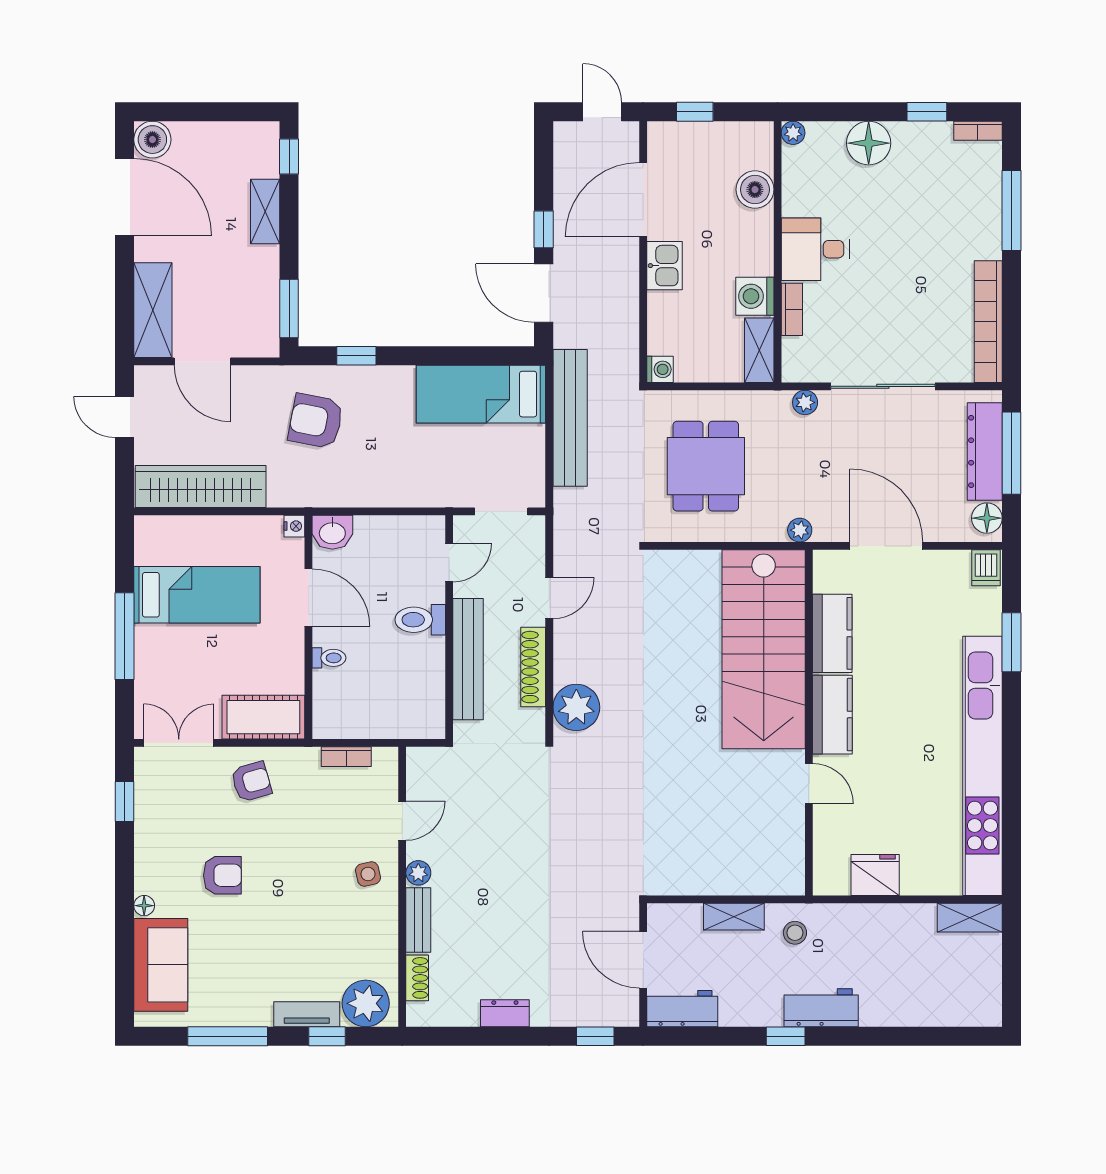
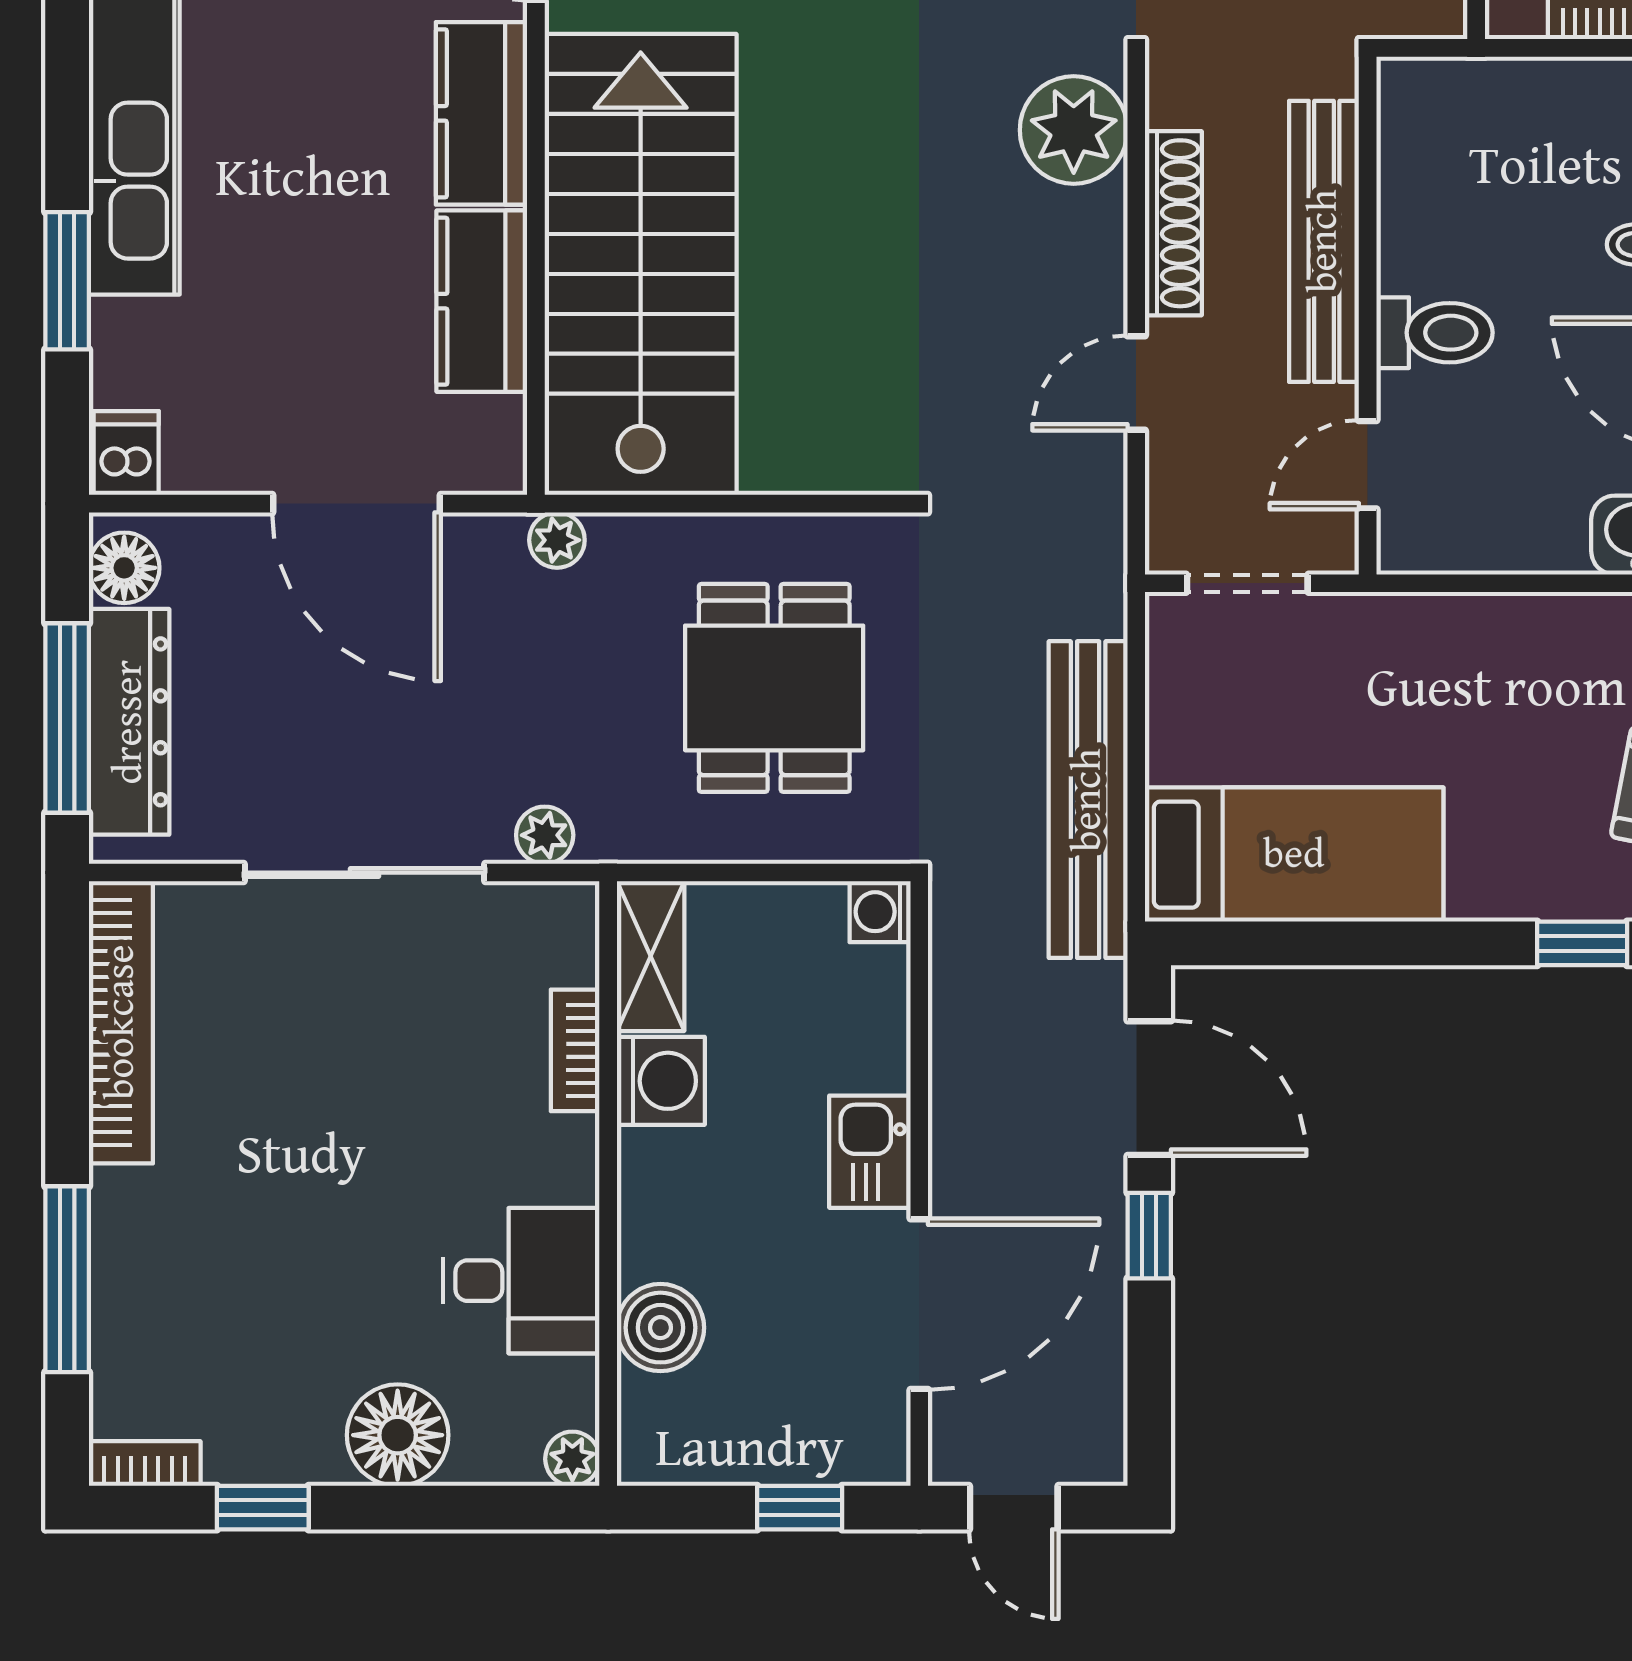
desk: (815, 249) -> (521, 1281), moved

